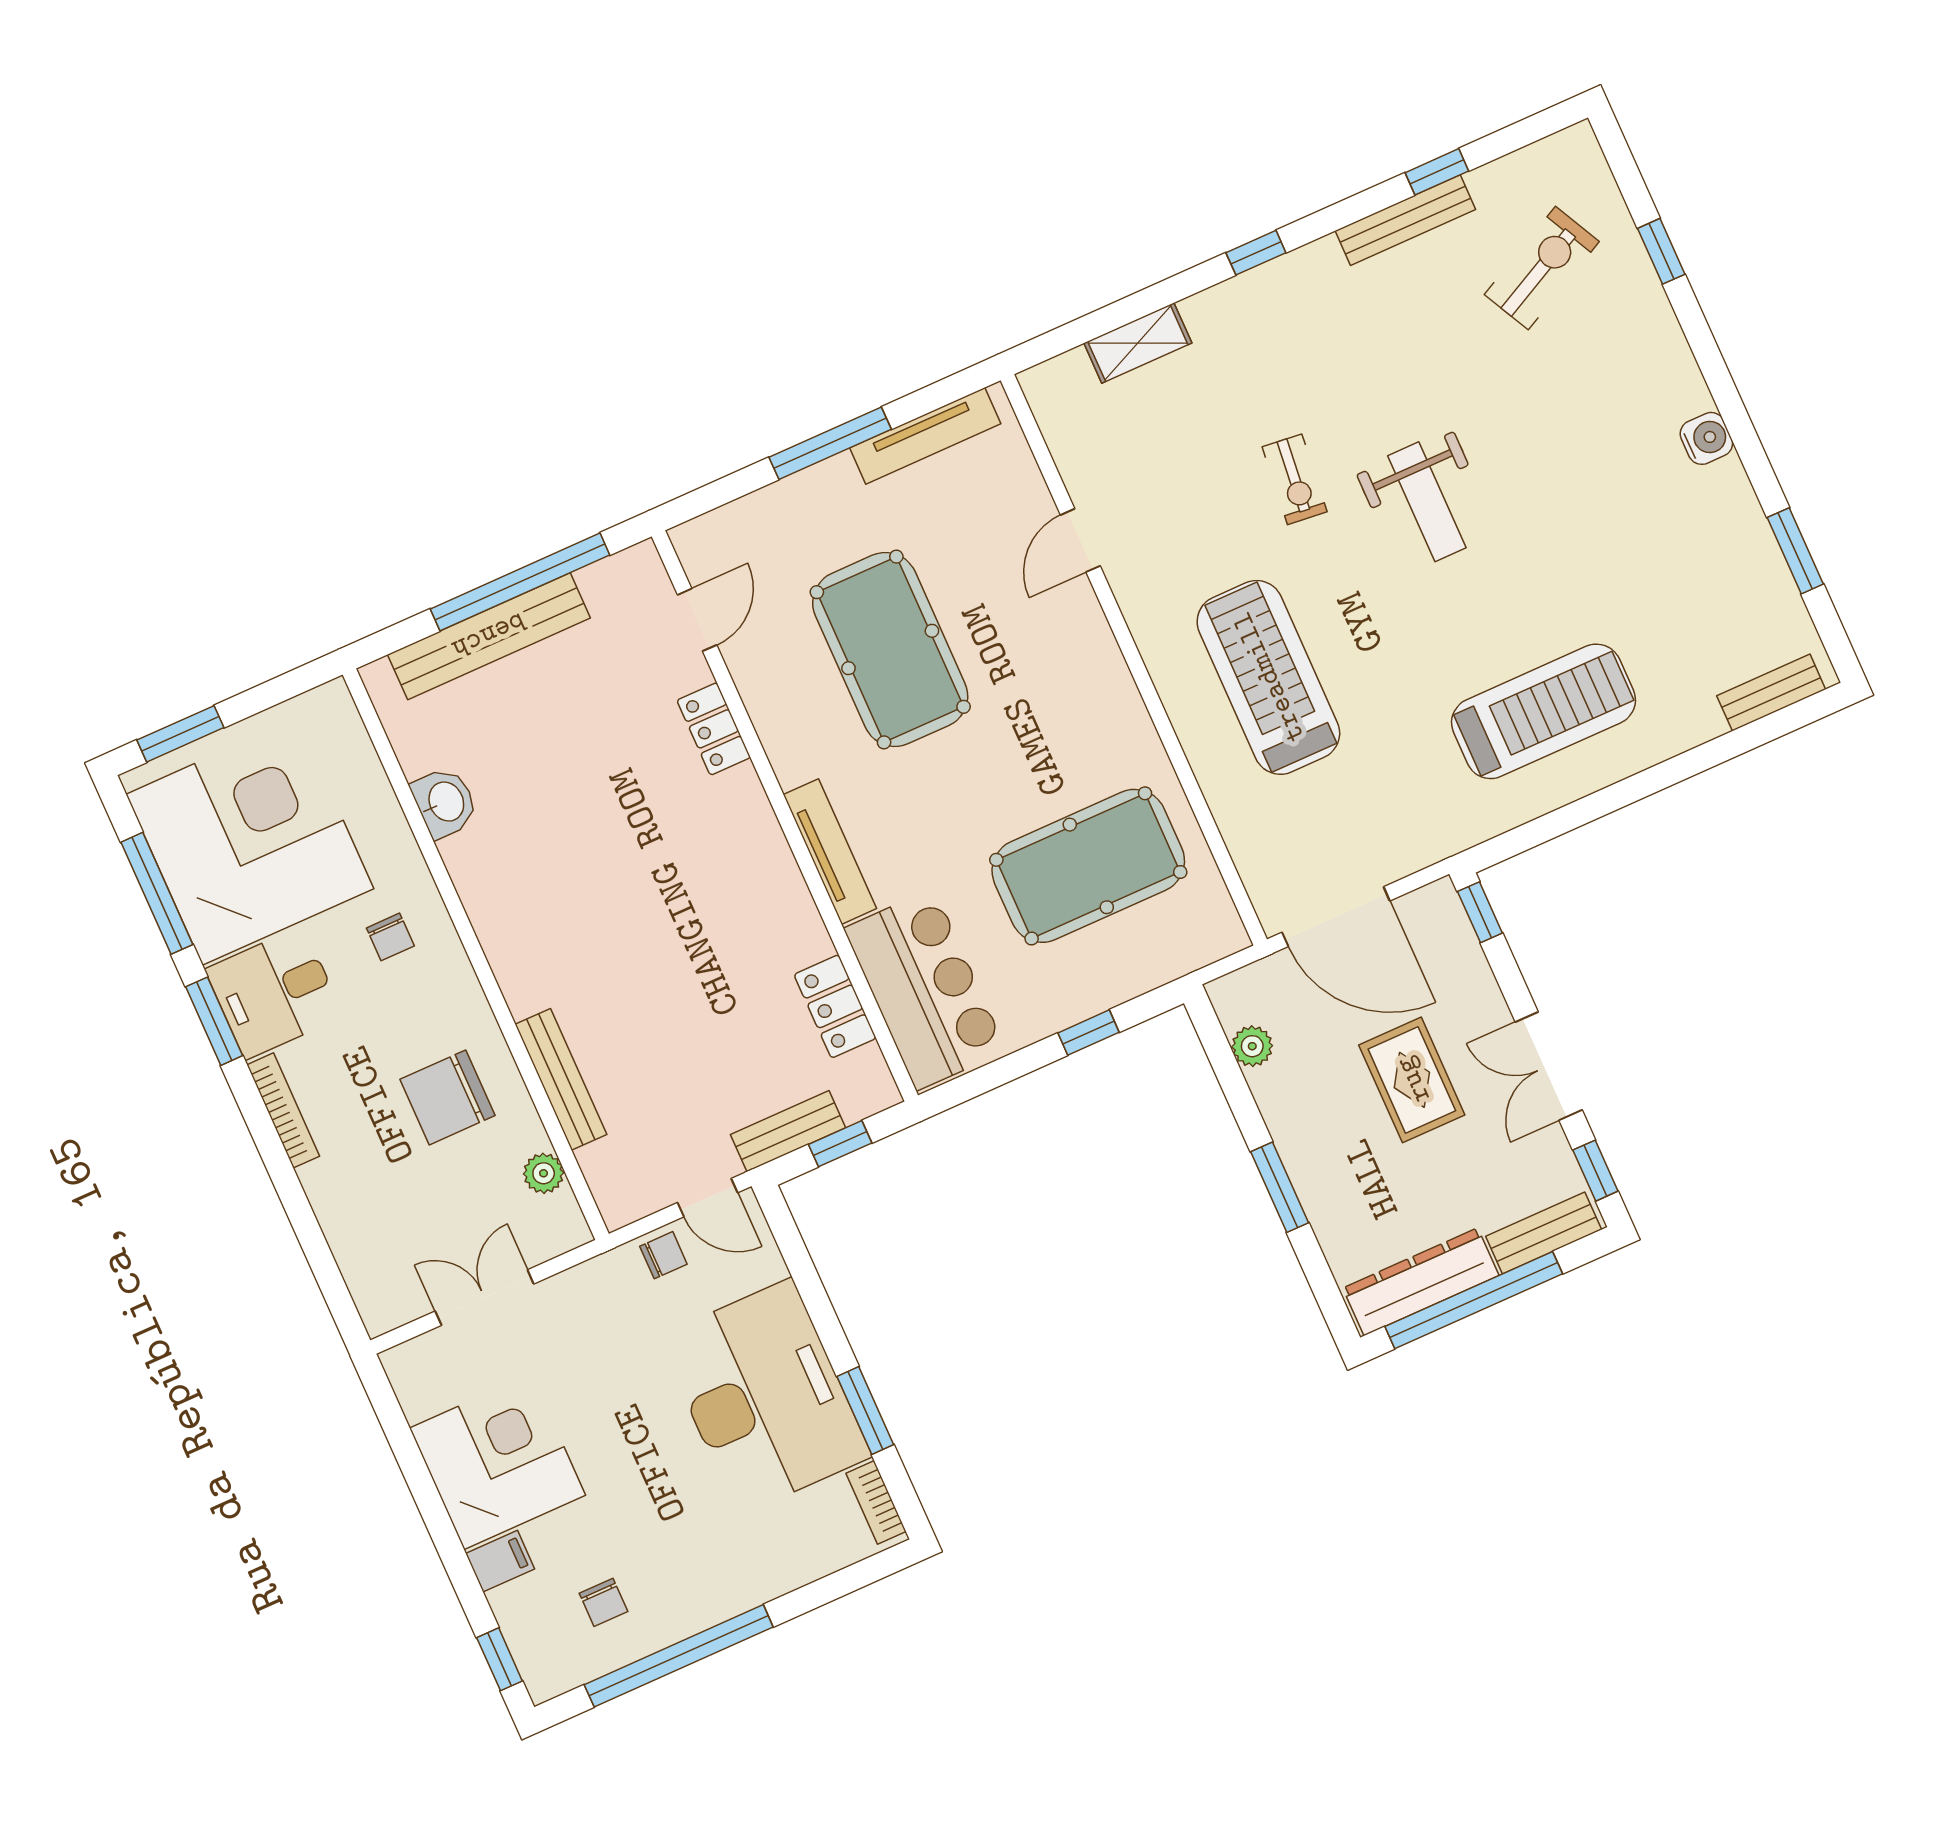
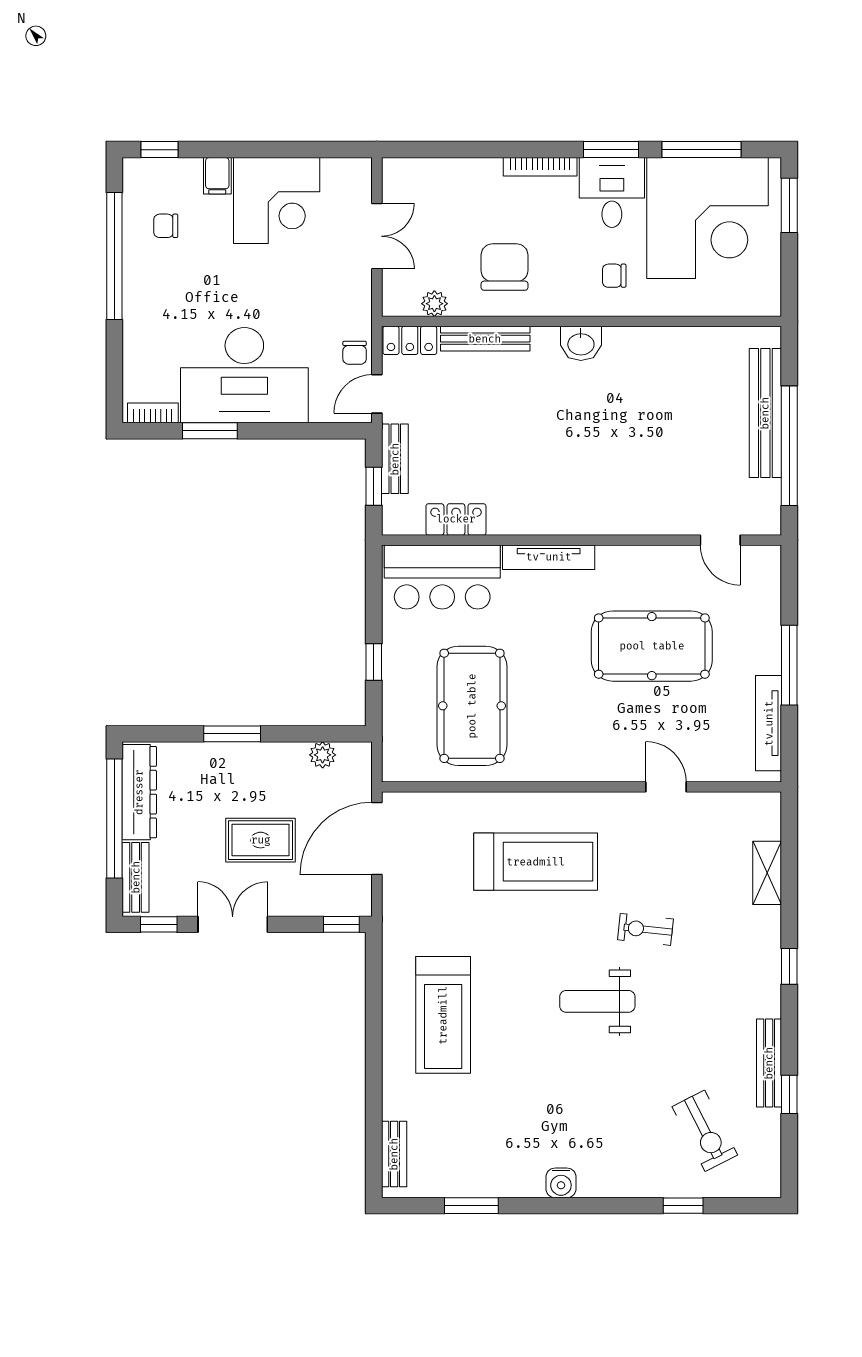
locker: (714, 729) -> (410, 340), moved, turned 180
washbasin: (445, 802) -> (581, 343), moved

